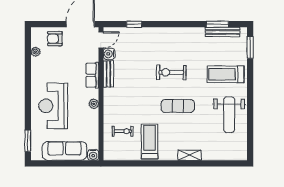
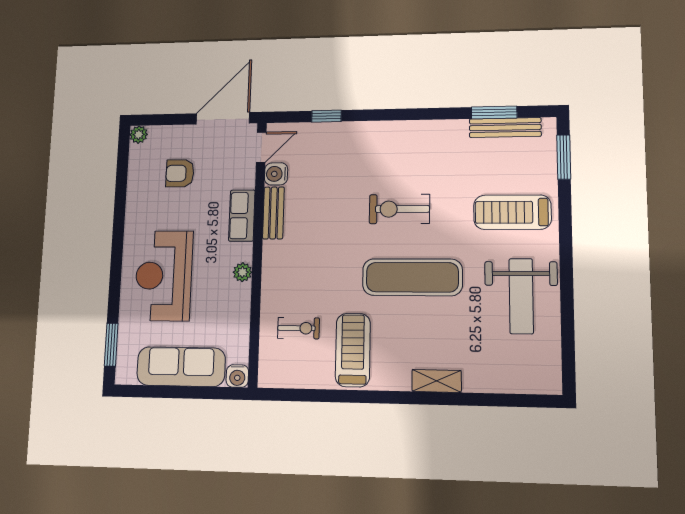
armchair: (55, 39) -> (180, 173), moved
plant: (36, 52) -> (139, 135), moved
exercise mat: (178, 106) -> (412, 277), width x1.36, depth x1.45

